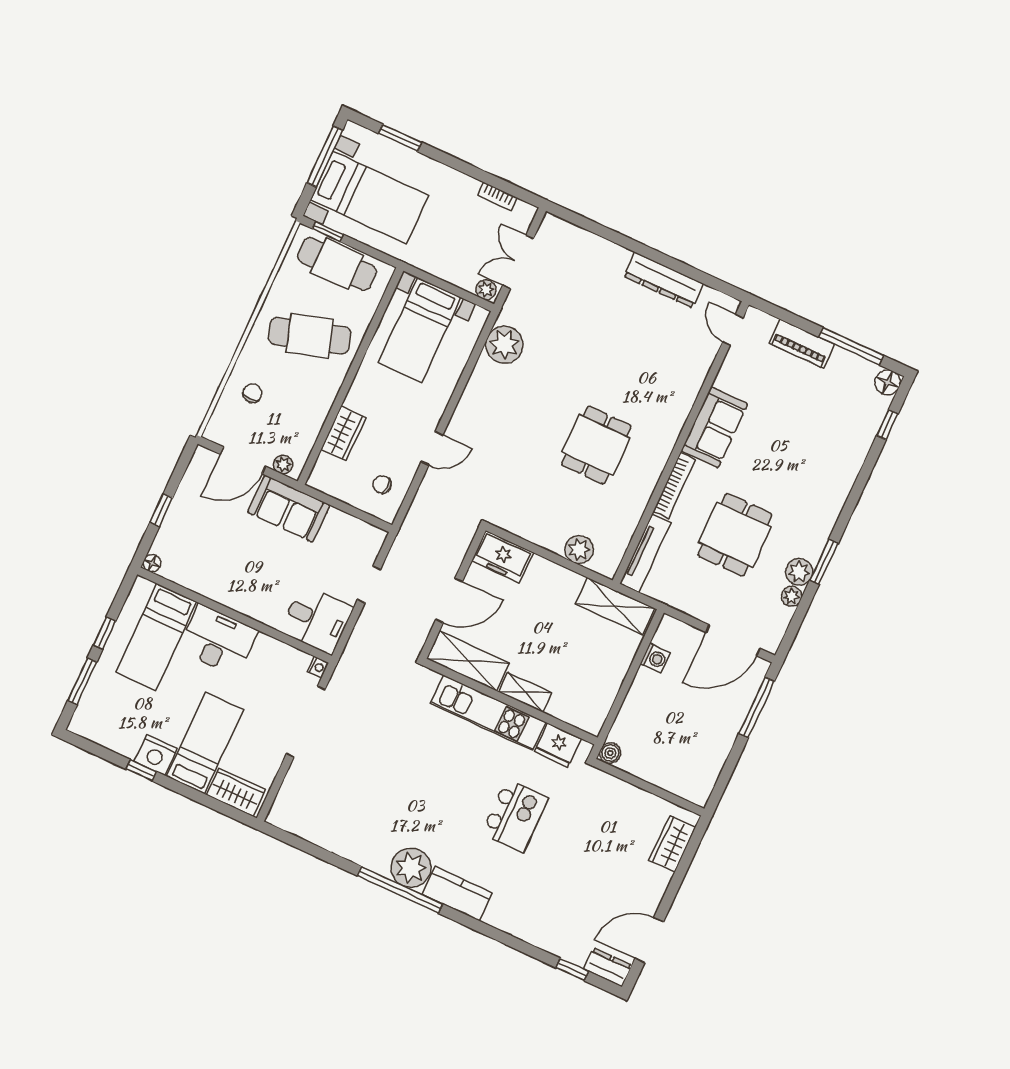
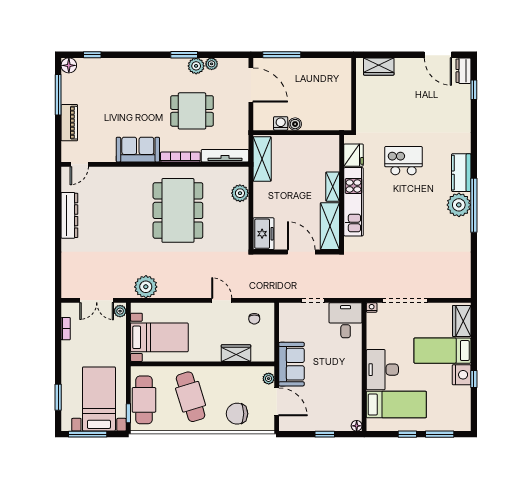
chair: (252, 393) -> (237, 414), width x1.87, depth x1.87
dining table: (596, 445) -> (178, 210), width x1.88, depth x1.24
boiler: (610, 753) -> (295, 124), moved

